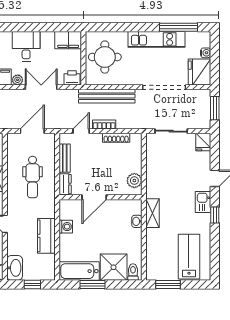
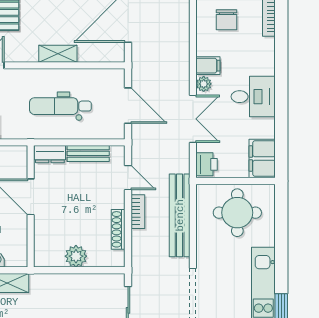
plant: (134, 181) -> (76, 256), moved

